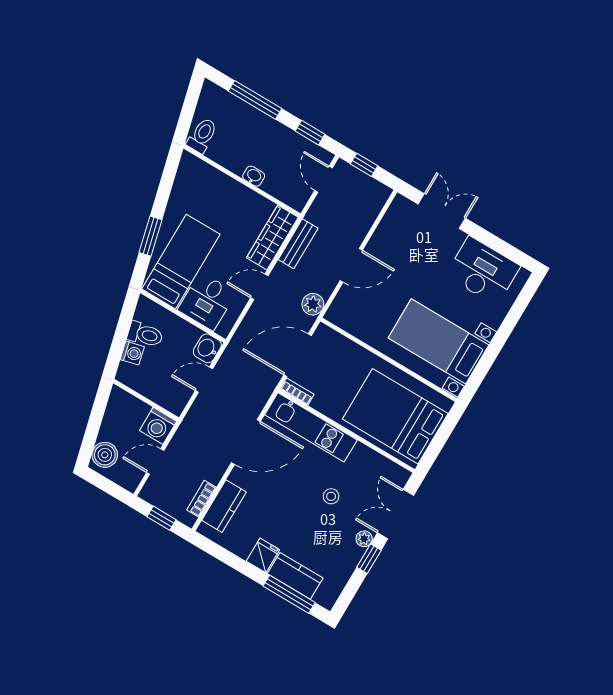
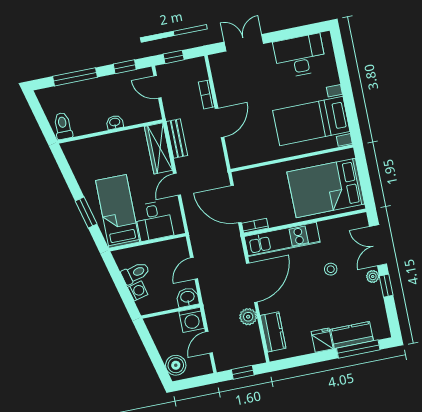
plant: (313, 304) -> (248, 317), moved
washbasin: (207, 348) -> (188, 297), moved, turned 90
door: (298, 355) -> (236, 204), hinge flipped
bookcase: (201, 499) -> (206, 94), moved

